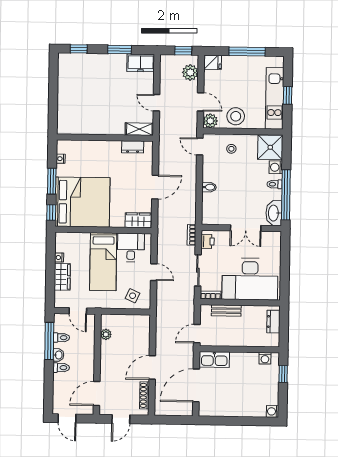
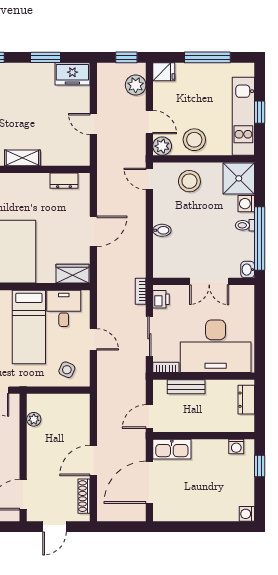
shelving: (139, 129) -> (22, 158), moved
stool: (231, 149) -> (189, 181), width x1.89, depth x1.89
washbasin: (274, 213) -> (248, 270), width x0.52, depth x0.69

